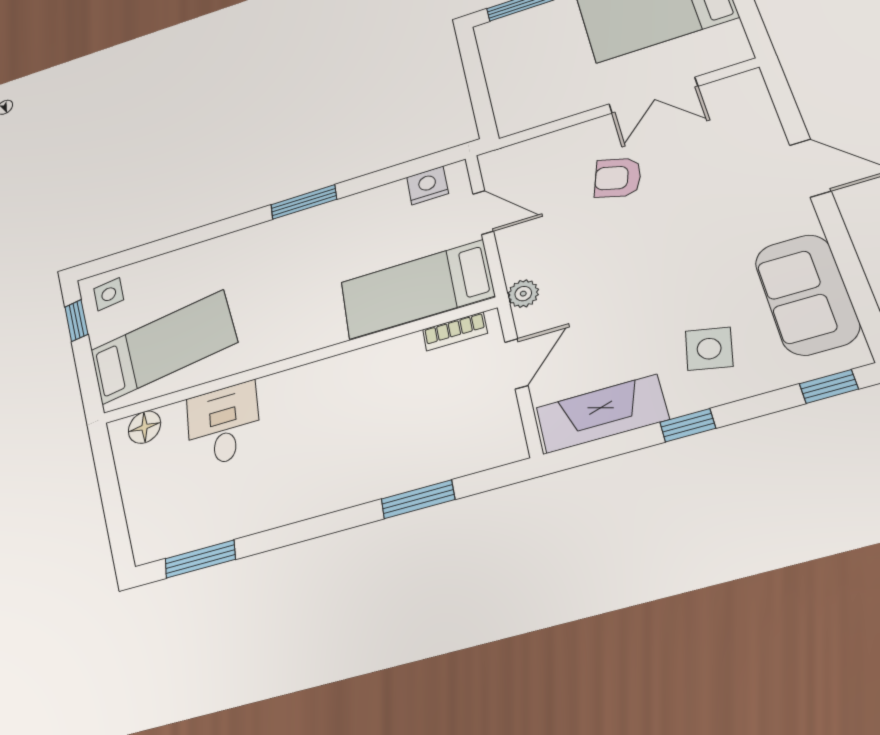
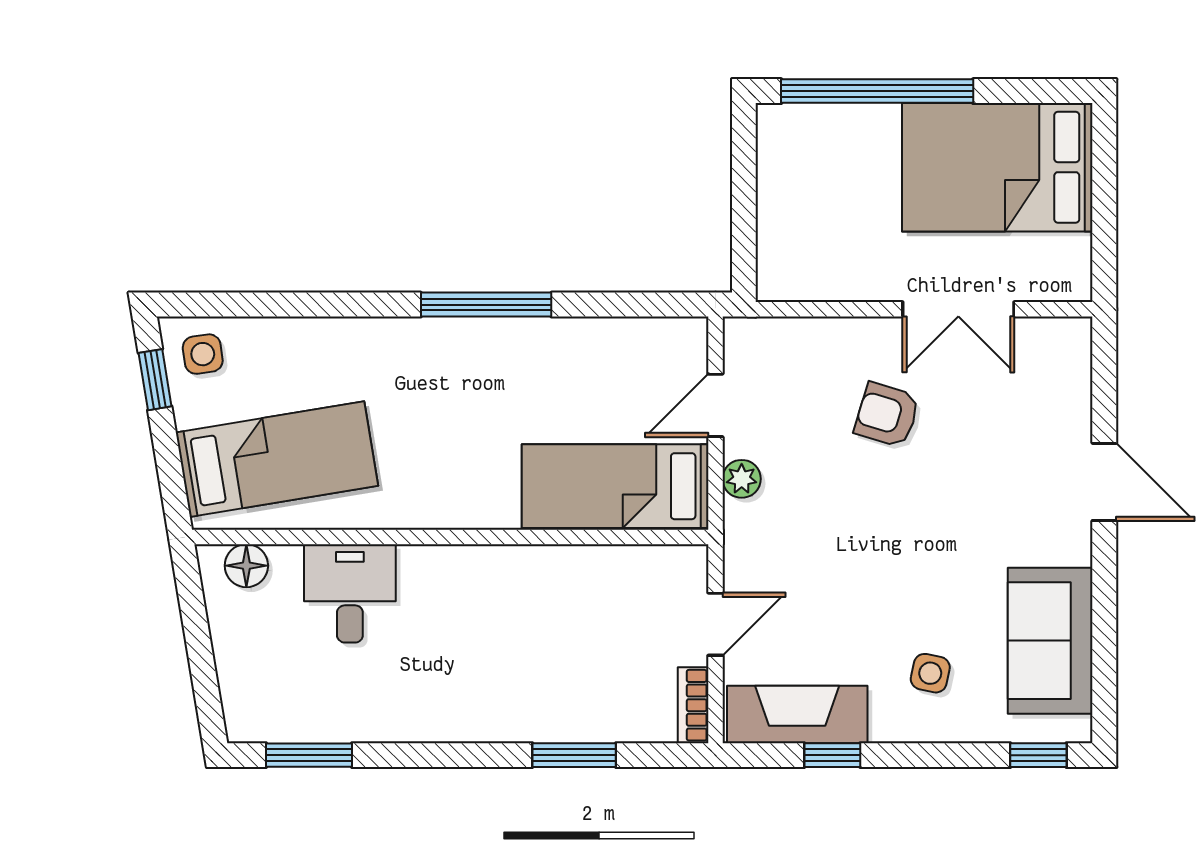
nightstand: (428, 185) -> (653, 339), removed
window: (304, 202) -> (486, 305), width x1.44
door: (483, 212) -> (715, 405), swing flipped
plant: (523, 294) -> (742, 479), moved
bookcase: (455, 331) -> (693, 705), moved, turned 90
side table: (709, 349) -> (930, 673), width x0.73, depth x0.73
window: (688, 425) -> (832, 755), moved

